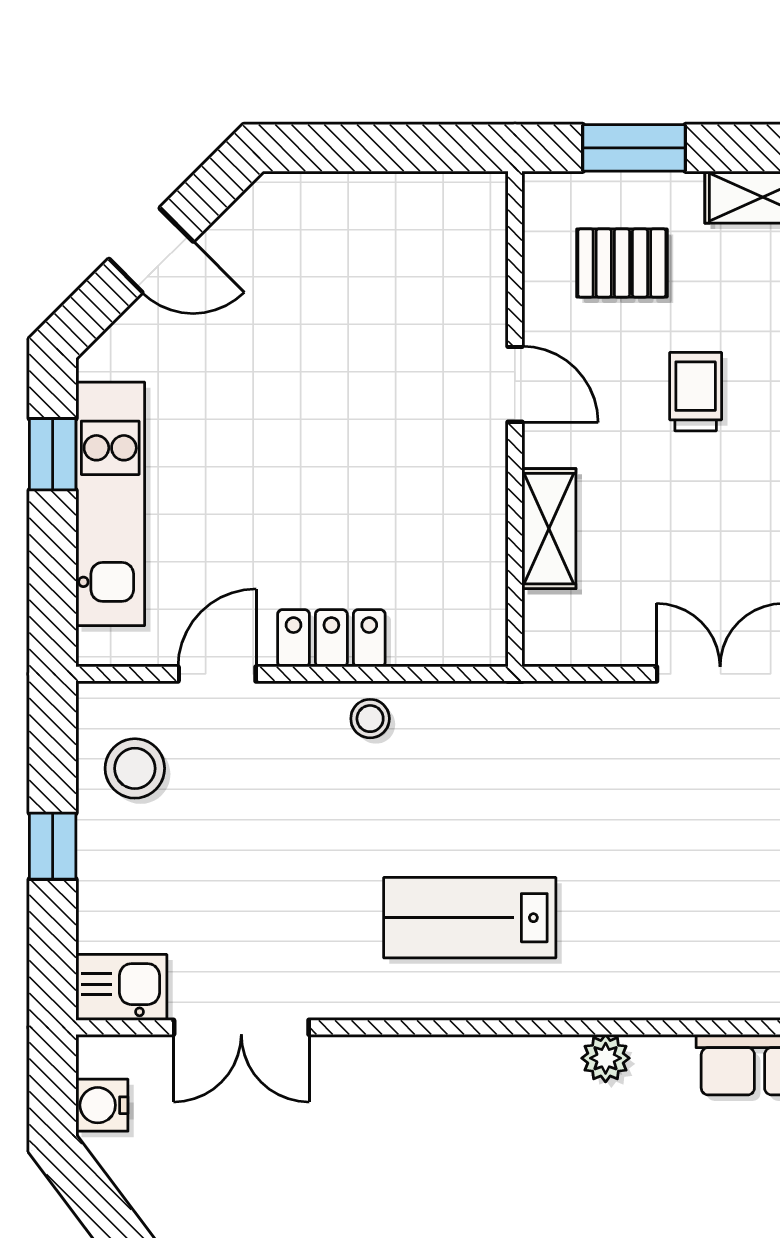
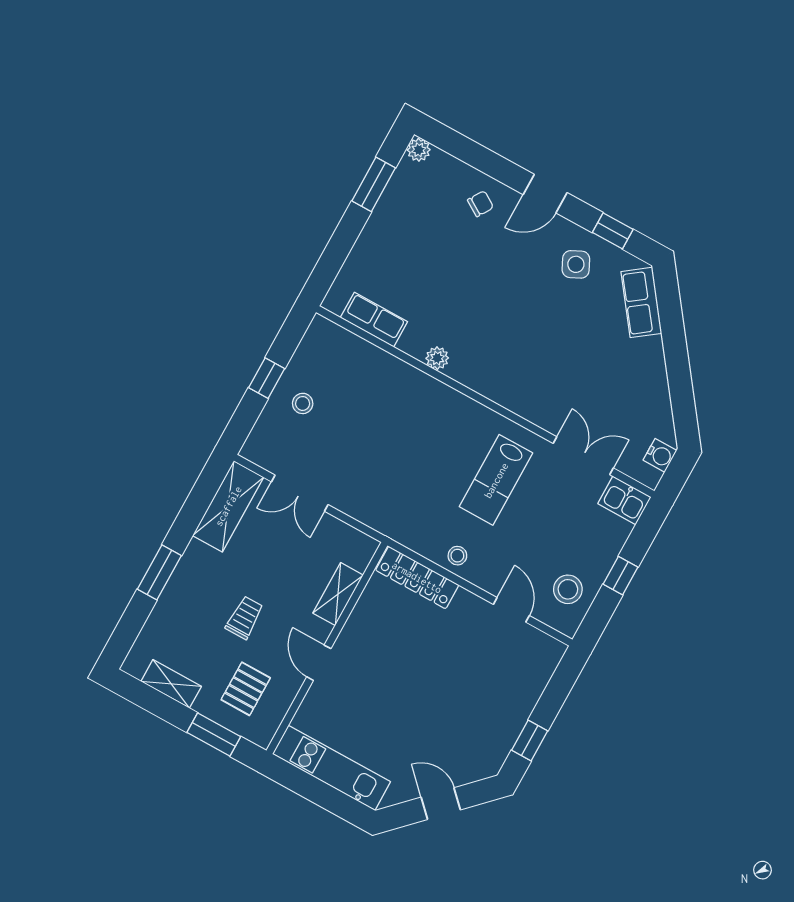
pallet: (622, 263) -> (246, 689), turned 90
trolley: (696, 392) -> (245, 618), turned 180
kitchen unit: (110, 504) -> (331, 768), moved, turned 90
locker: (331, 638) -> (417, 577), moved, width x1.53
door: (217, 674) -> (511, 610), swing flipped
lab bench: (470, 918) -> (496, 480), moved, turned 90

